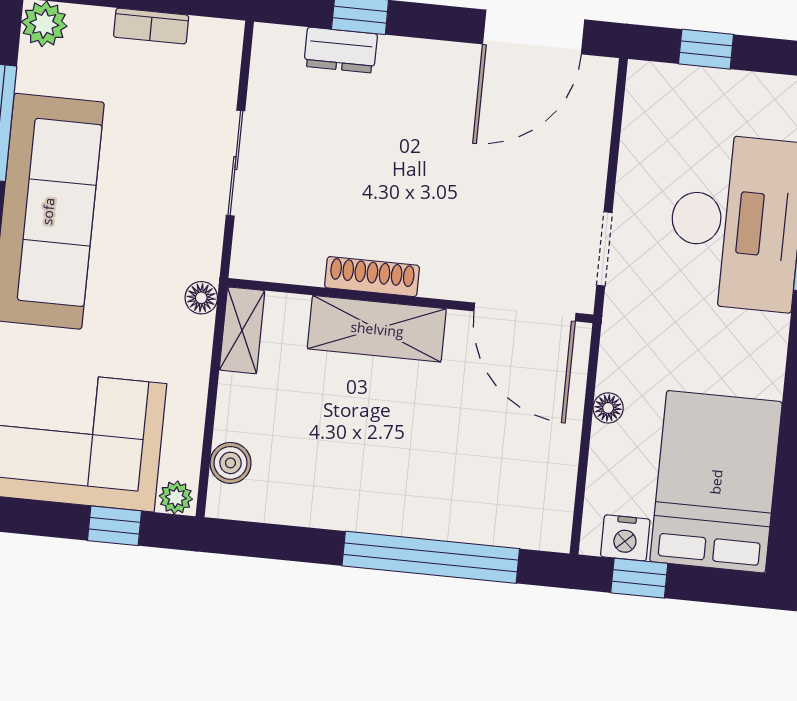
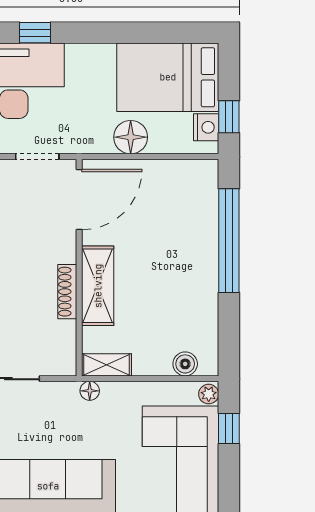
floor lamp: (608, 408) -> (131, 137), width x1.89, depth x1.89

